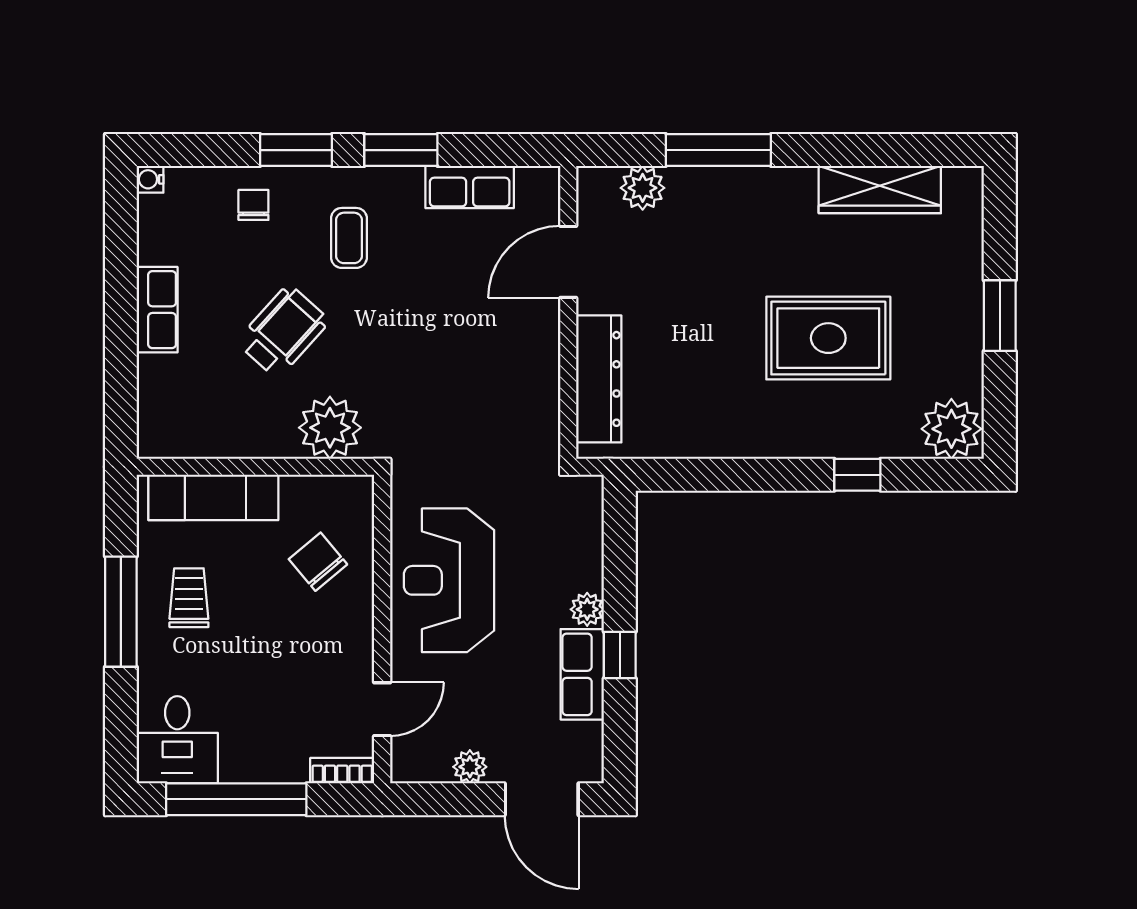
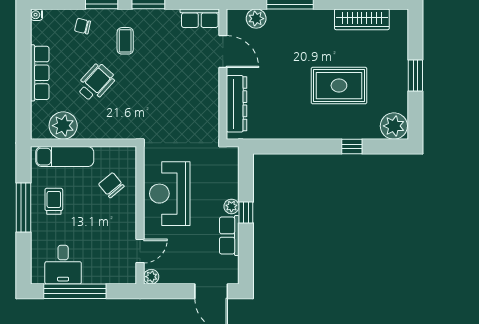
row of seats: (470, 187) -> (200, 18), moved
chair: (253, 205) -> (83, 26), turned -77
door: (568, 262) -> (223, 52), swing flipped
row of seats: (157, 310) -> (40, 73), width x1.48
plant: (330, 428) -> (63, 126), moved
window: (620, 655) -> (246, 212), moved
desk: (177, 740) -> (63, 265), moved
plant: (470, 767) -> (151, 277), moved
bookcase: (342, 771) -> (122, 278), removed

